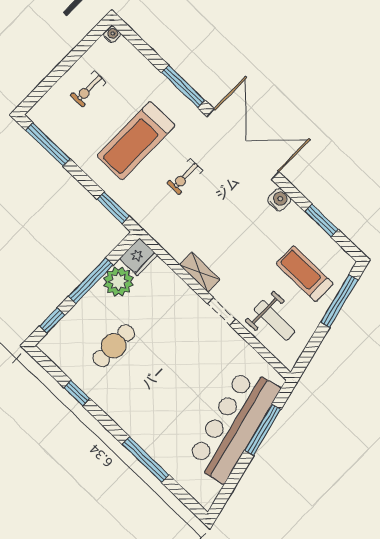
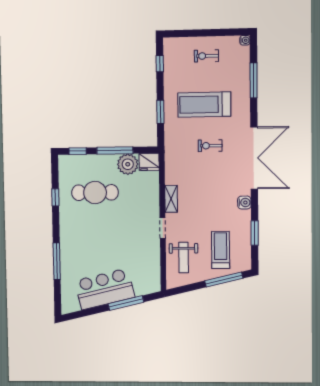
window: (183, 86) -> (254, 80), moved
window: (48, 145) -> (160, 64), width x0.46
window: (113, 208) -> (160, 112), moved
cafe table: (114, 346) -> (95, 193), width x1.37, depth x1.35
bar counter: (233, 425) -> (105, 289), width x0.73

